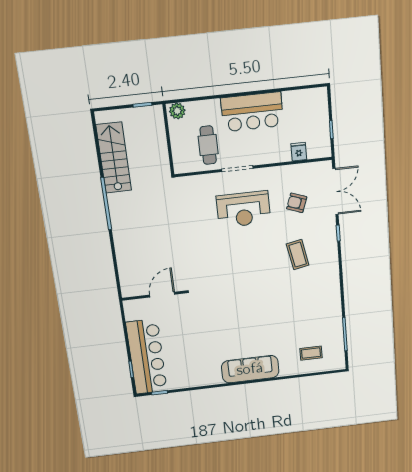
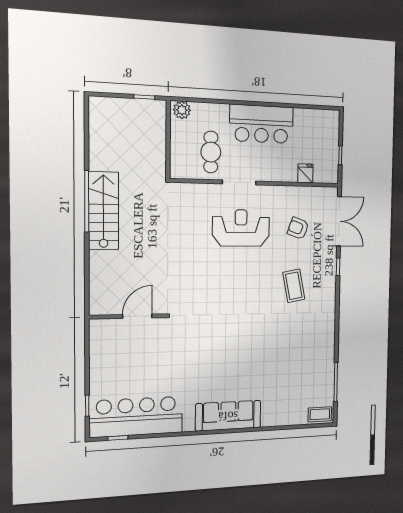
stairs: (114, 158) -> (103, 211), moved
reception desk: (243, 209) -> (241, 228), turned 180
coffee table: (311, 353) -> (320, 414), moved
bar counter: (147, 357) -> (136, 417), moved, turned -90

